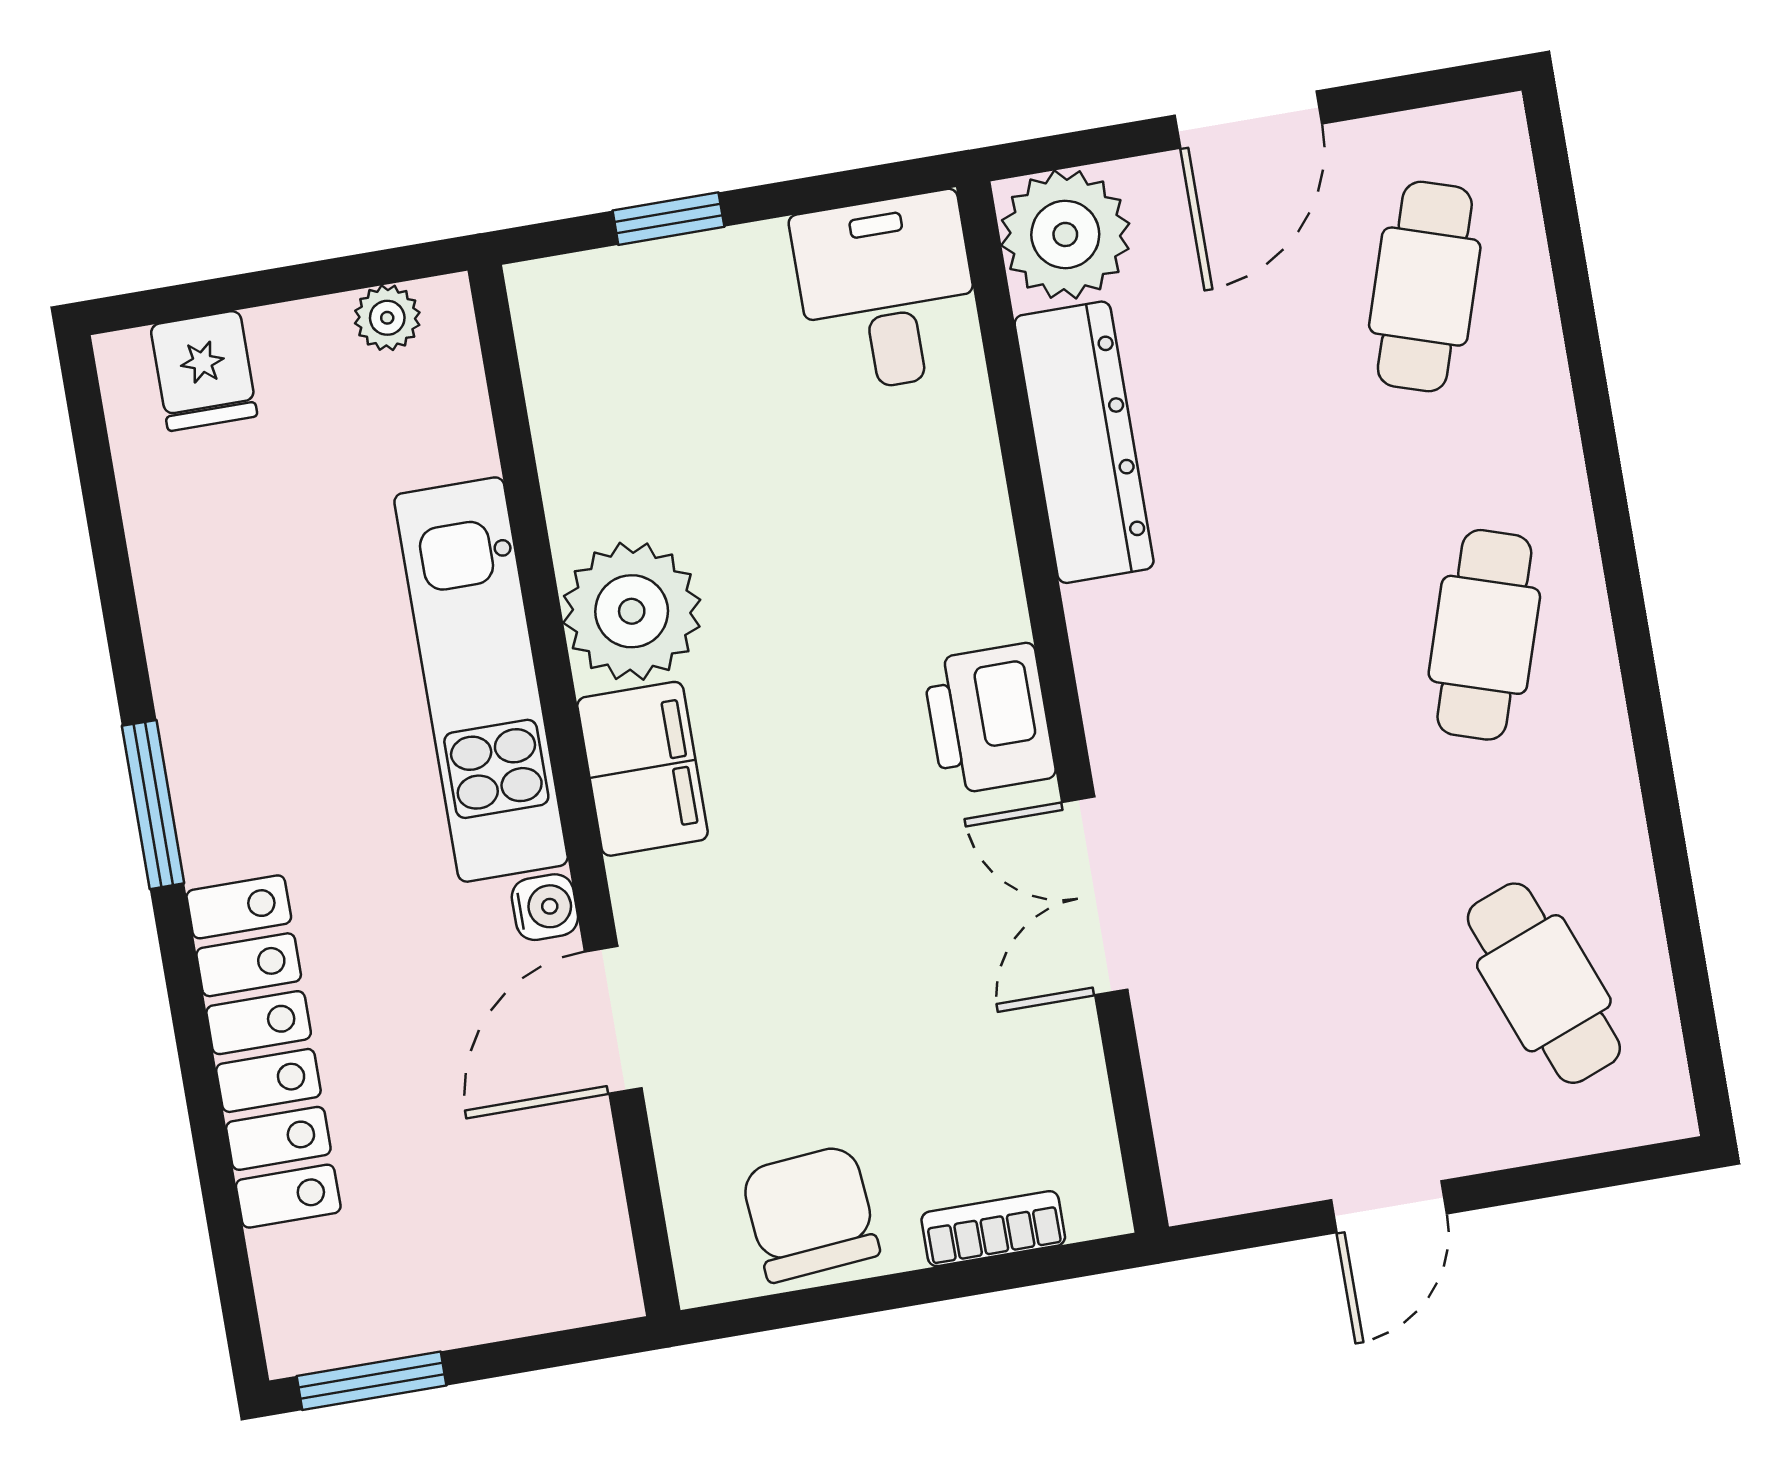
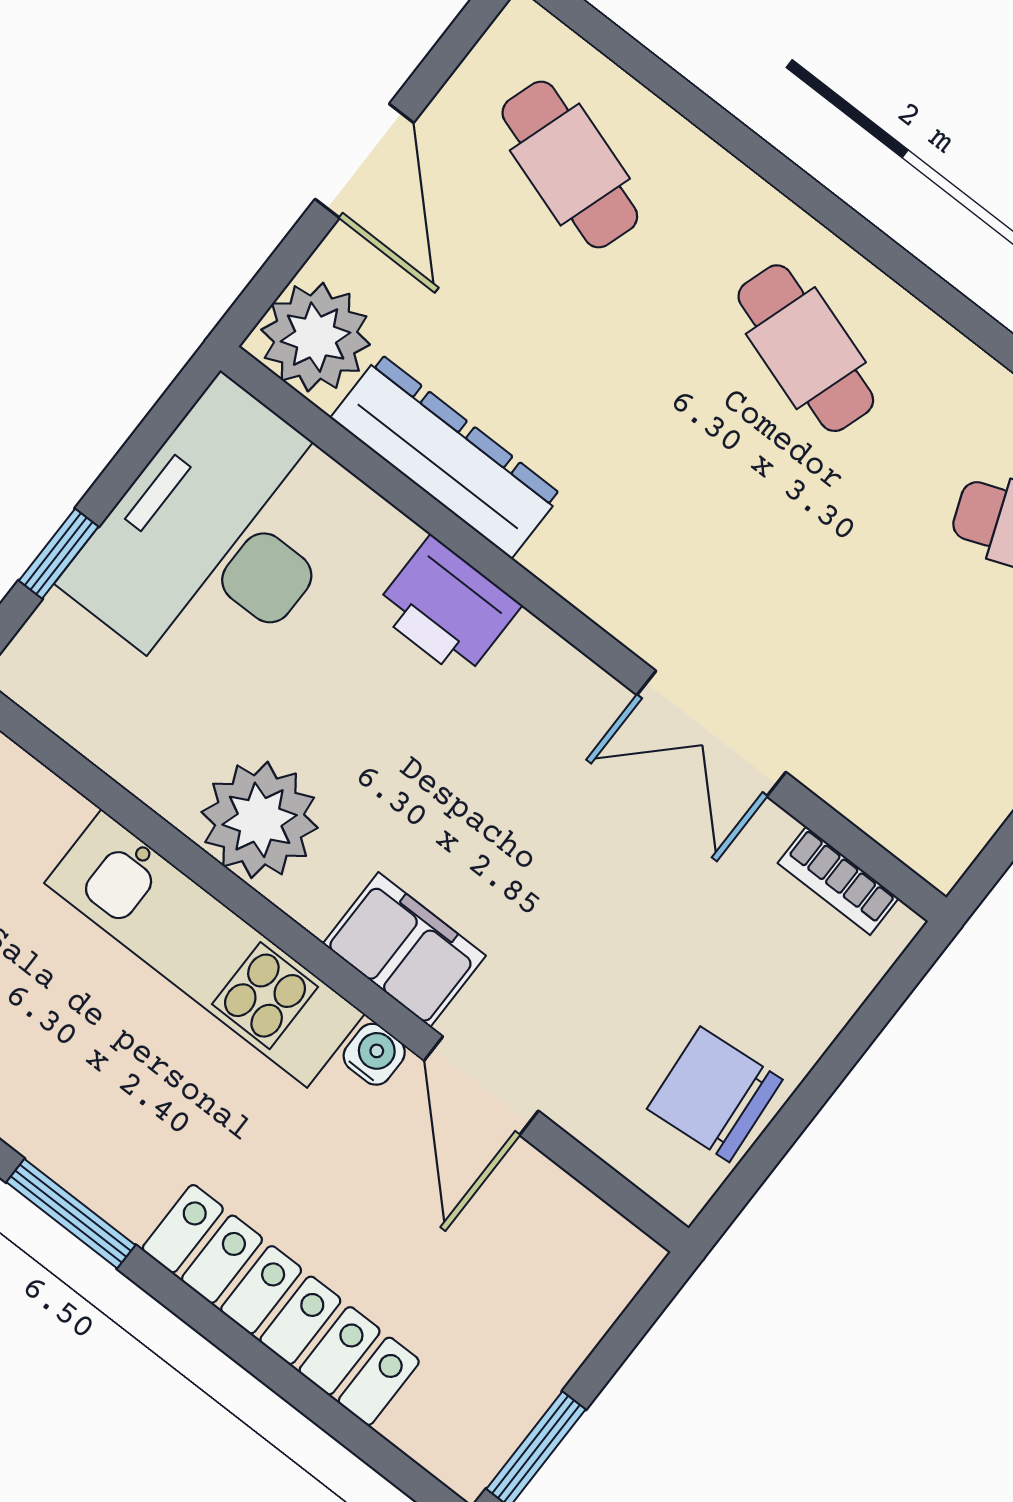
desk: (887, 293) -> (217, 539), width x1.87, depth x1.30
printer: (989, 719) -> (447, 608), moved
filing cabinet: (642, 769) -> (404, 950), moved
bookcase: (993, 1229) -> (838, 881), moved, turned -90

